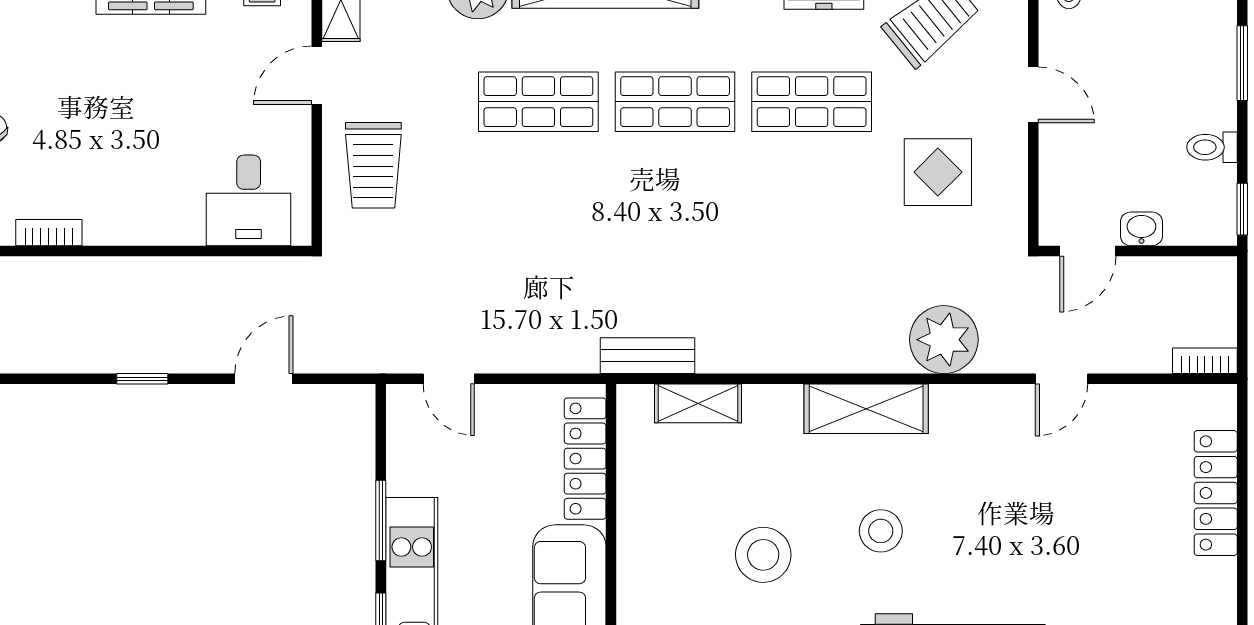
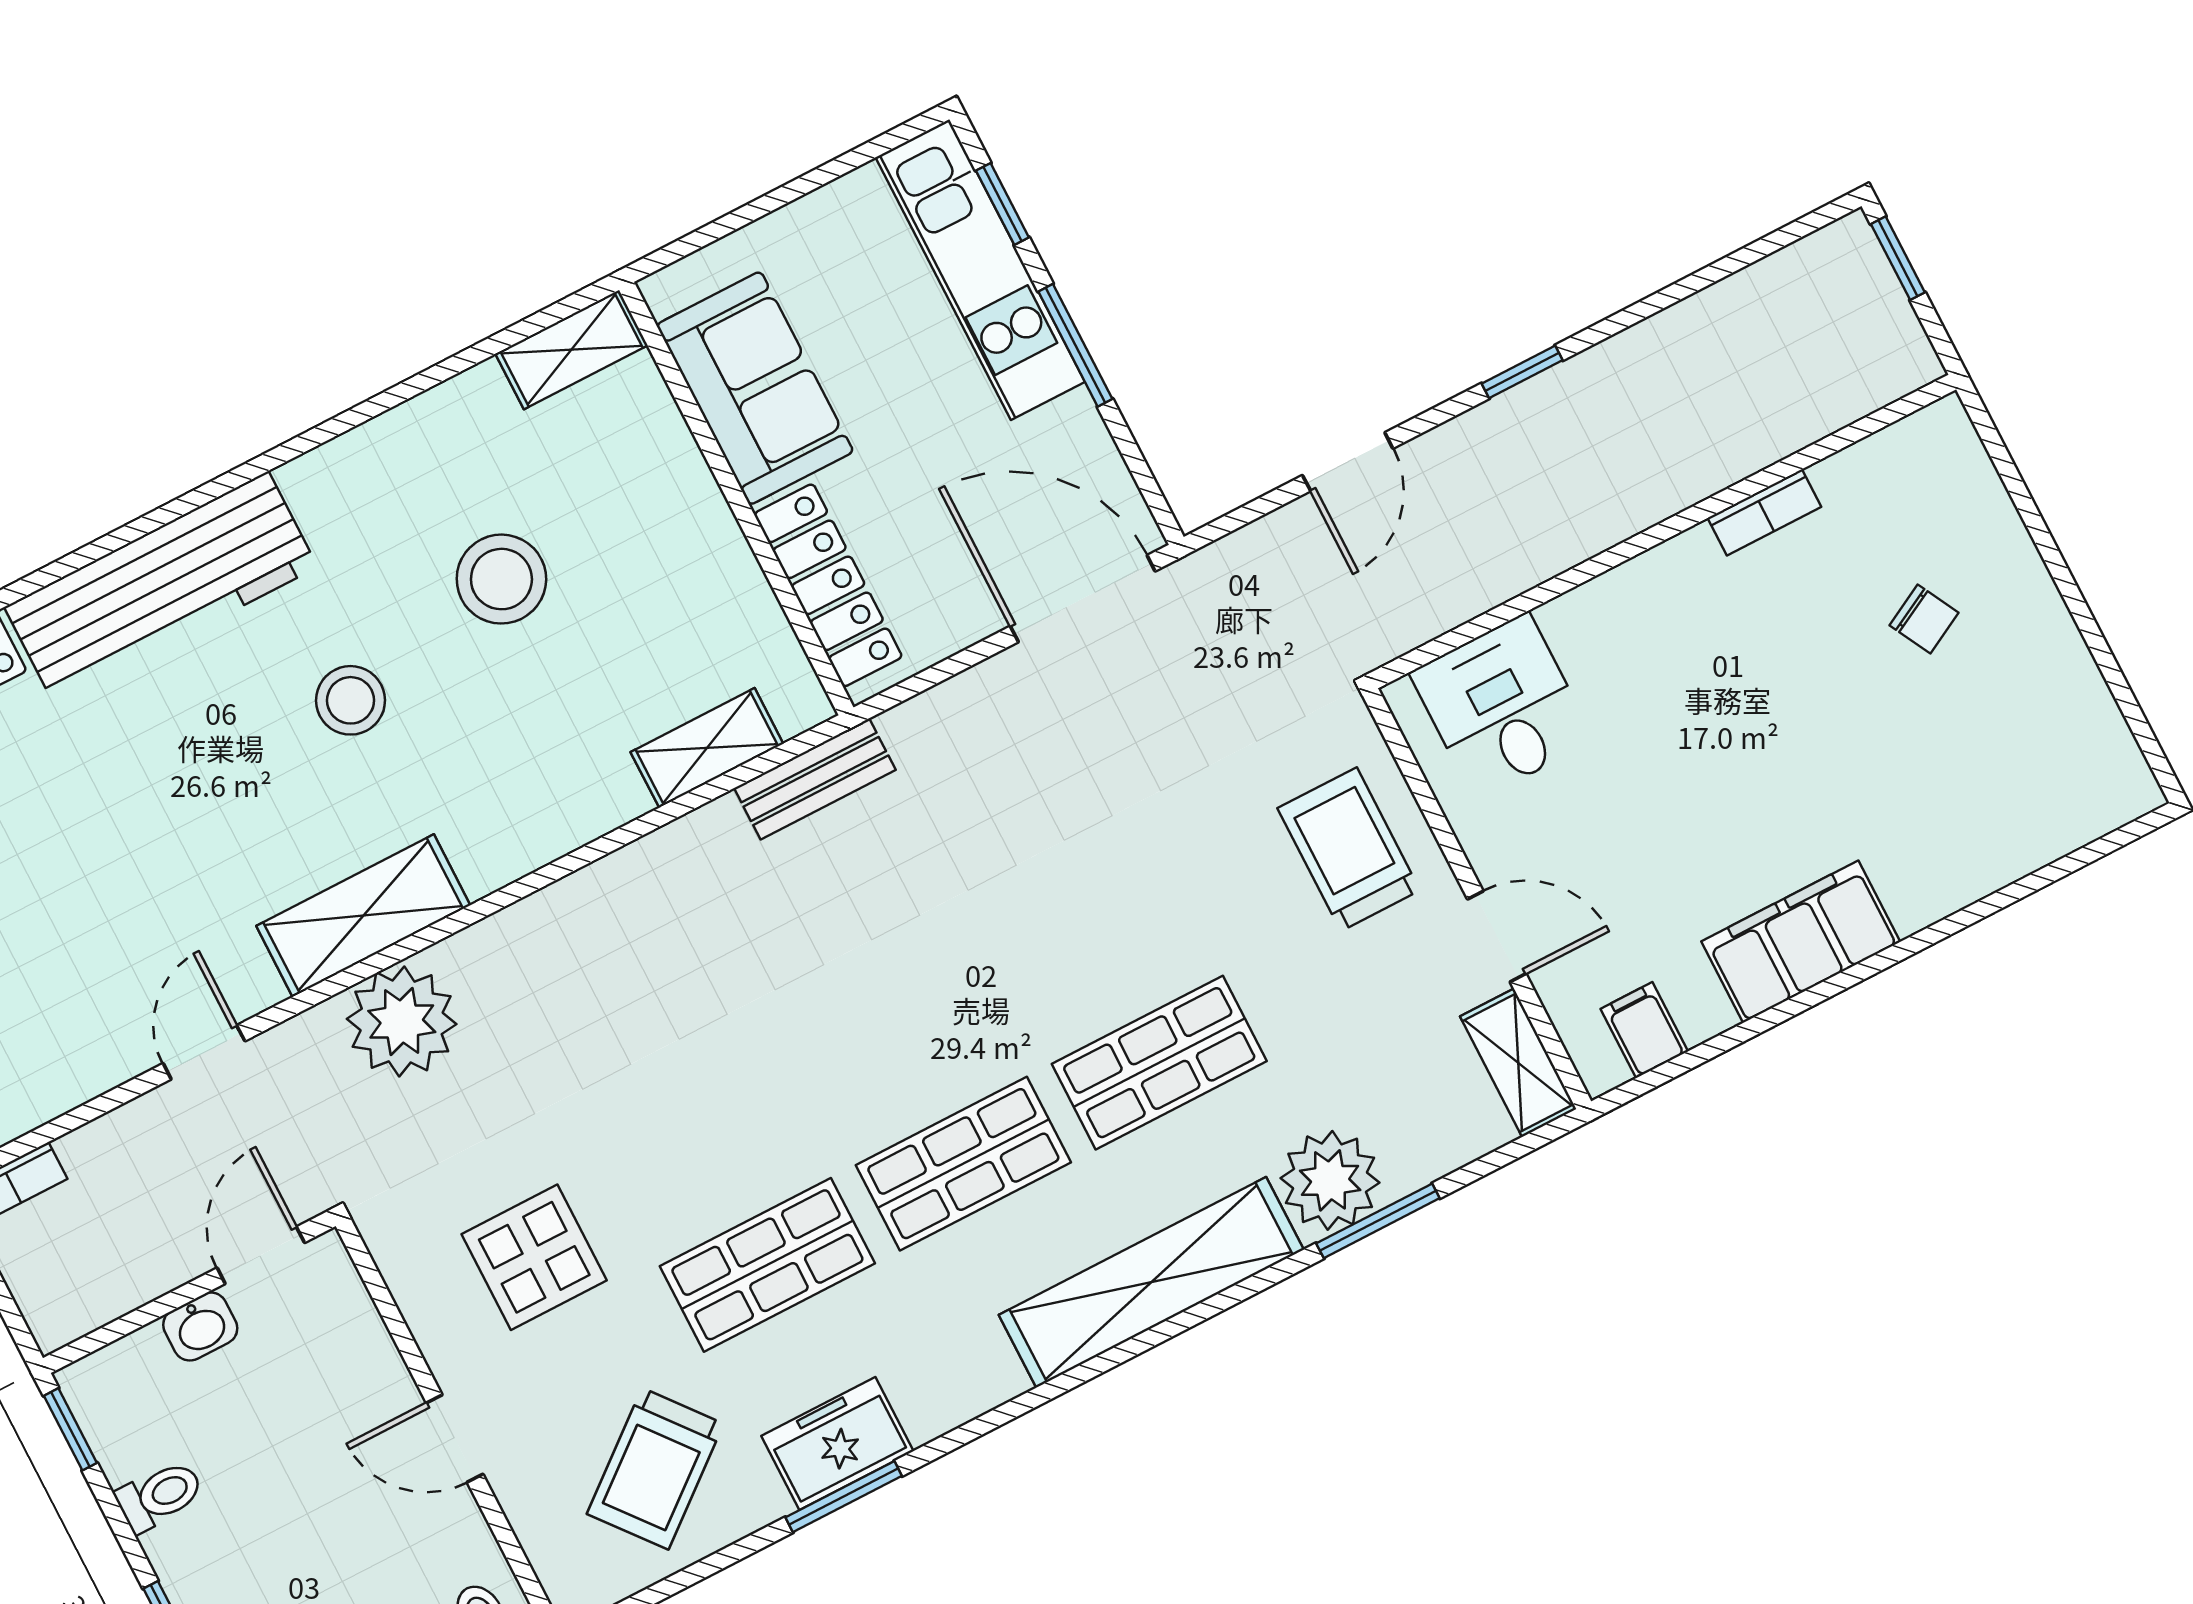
door: (317, 75) -> (1497, 936), hinge flipped
door: (449, 379) -> (1083, 599), width x1.88
shelving: (866, 409) -> (363, 916), moved

